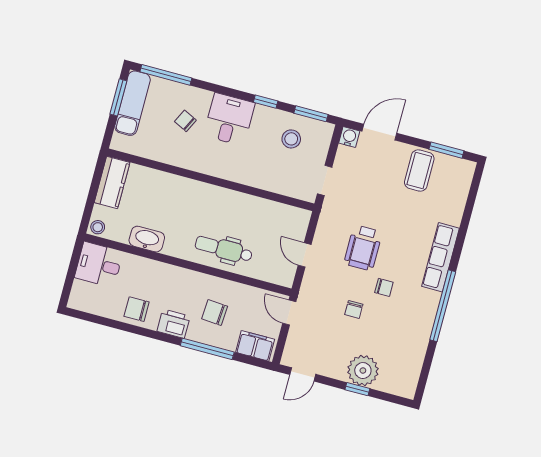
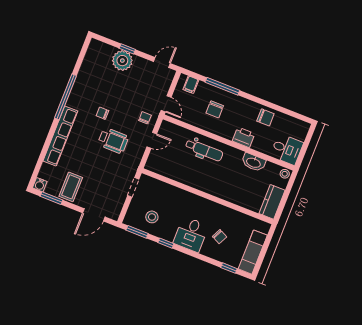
window: (166, 75) -> (229, 268), width x0.46
window: (118, 97) -> (262, 257), removed
water cooler: (349, 137) -> (40, 185), moved
wheelchair: (363, 248) -> (113, 141), turned 90
door: (305, 255) -> (152, 140), hinge flipped
row of seats: (441, 257) -> (60, 136), width x1.36
chair: (354, 309) -> (145, 118), moved
chair: (215, 313) -> (215, 109), turned 86
printer: (174, 324) -> (244, 137), moved, turned 180
filing cabinet: (255, 346) -> (191, 85), width x0.50

